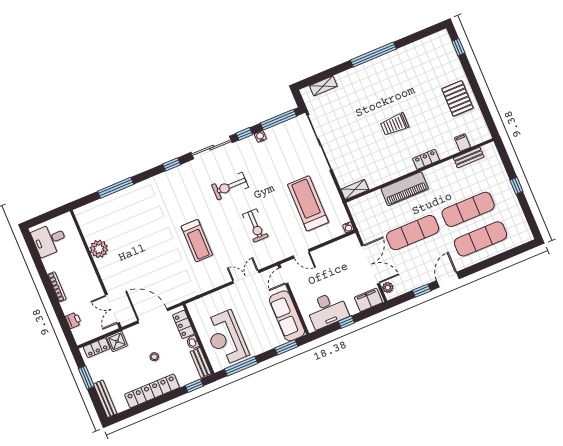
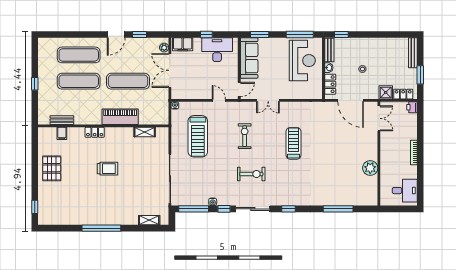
shelving: (355, 190) -> (145, 132), moved
printer: (73, 320) -> (412, 107), moved
locker: (152, 391) -> (375, 44), removed

